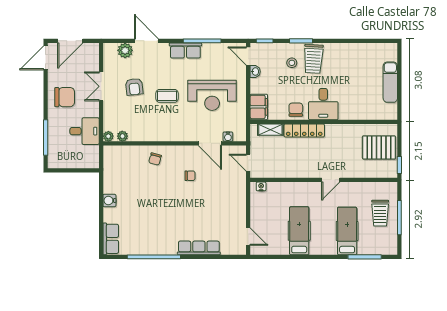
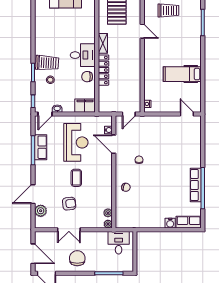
row of seats: (185, 51) -> (41, 147), moved
shelving: (270, 130) -> (103, 43), moved
desk: (85, 131) -> (119, 243), moved
door: (210, 143) -> (114, 144), swing flipped
door: (331, 180) -> (142, 31), moved
water cooler: (109, 200) -> (170, 223), moved
hospital bed: (347, 231) -> (182, 36), removed
door: (248, 237) -> (187, 114), hinge flipped
row of seats: (199, 248) -> (196, 185), moved

